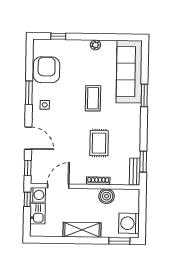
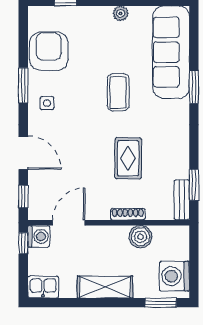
kitchen sink: (38, 214) -> (43, 287), moved, turned -90

